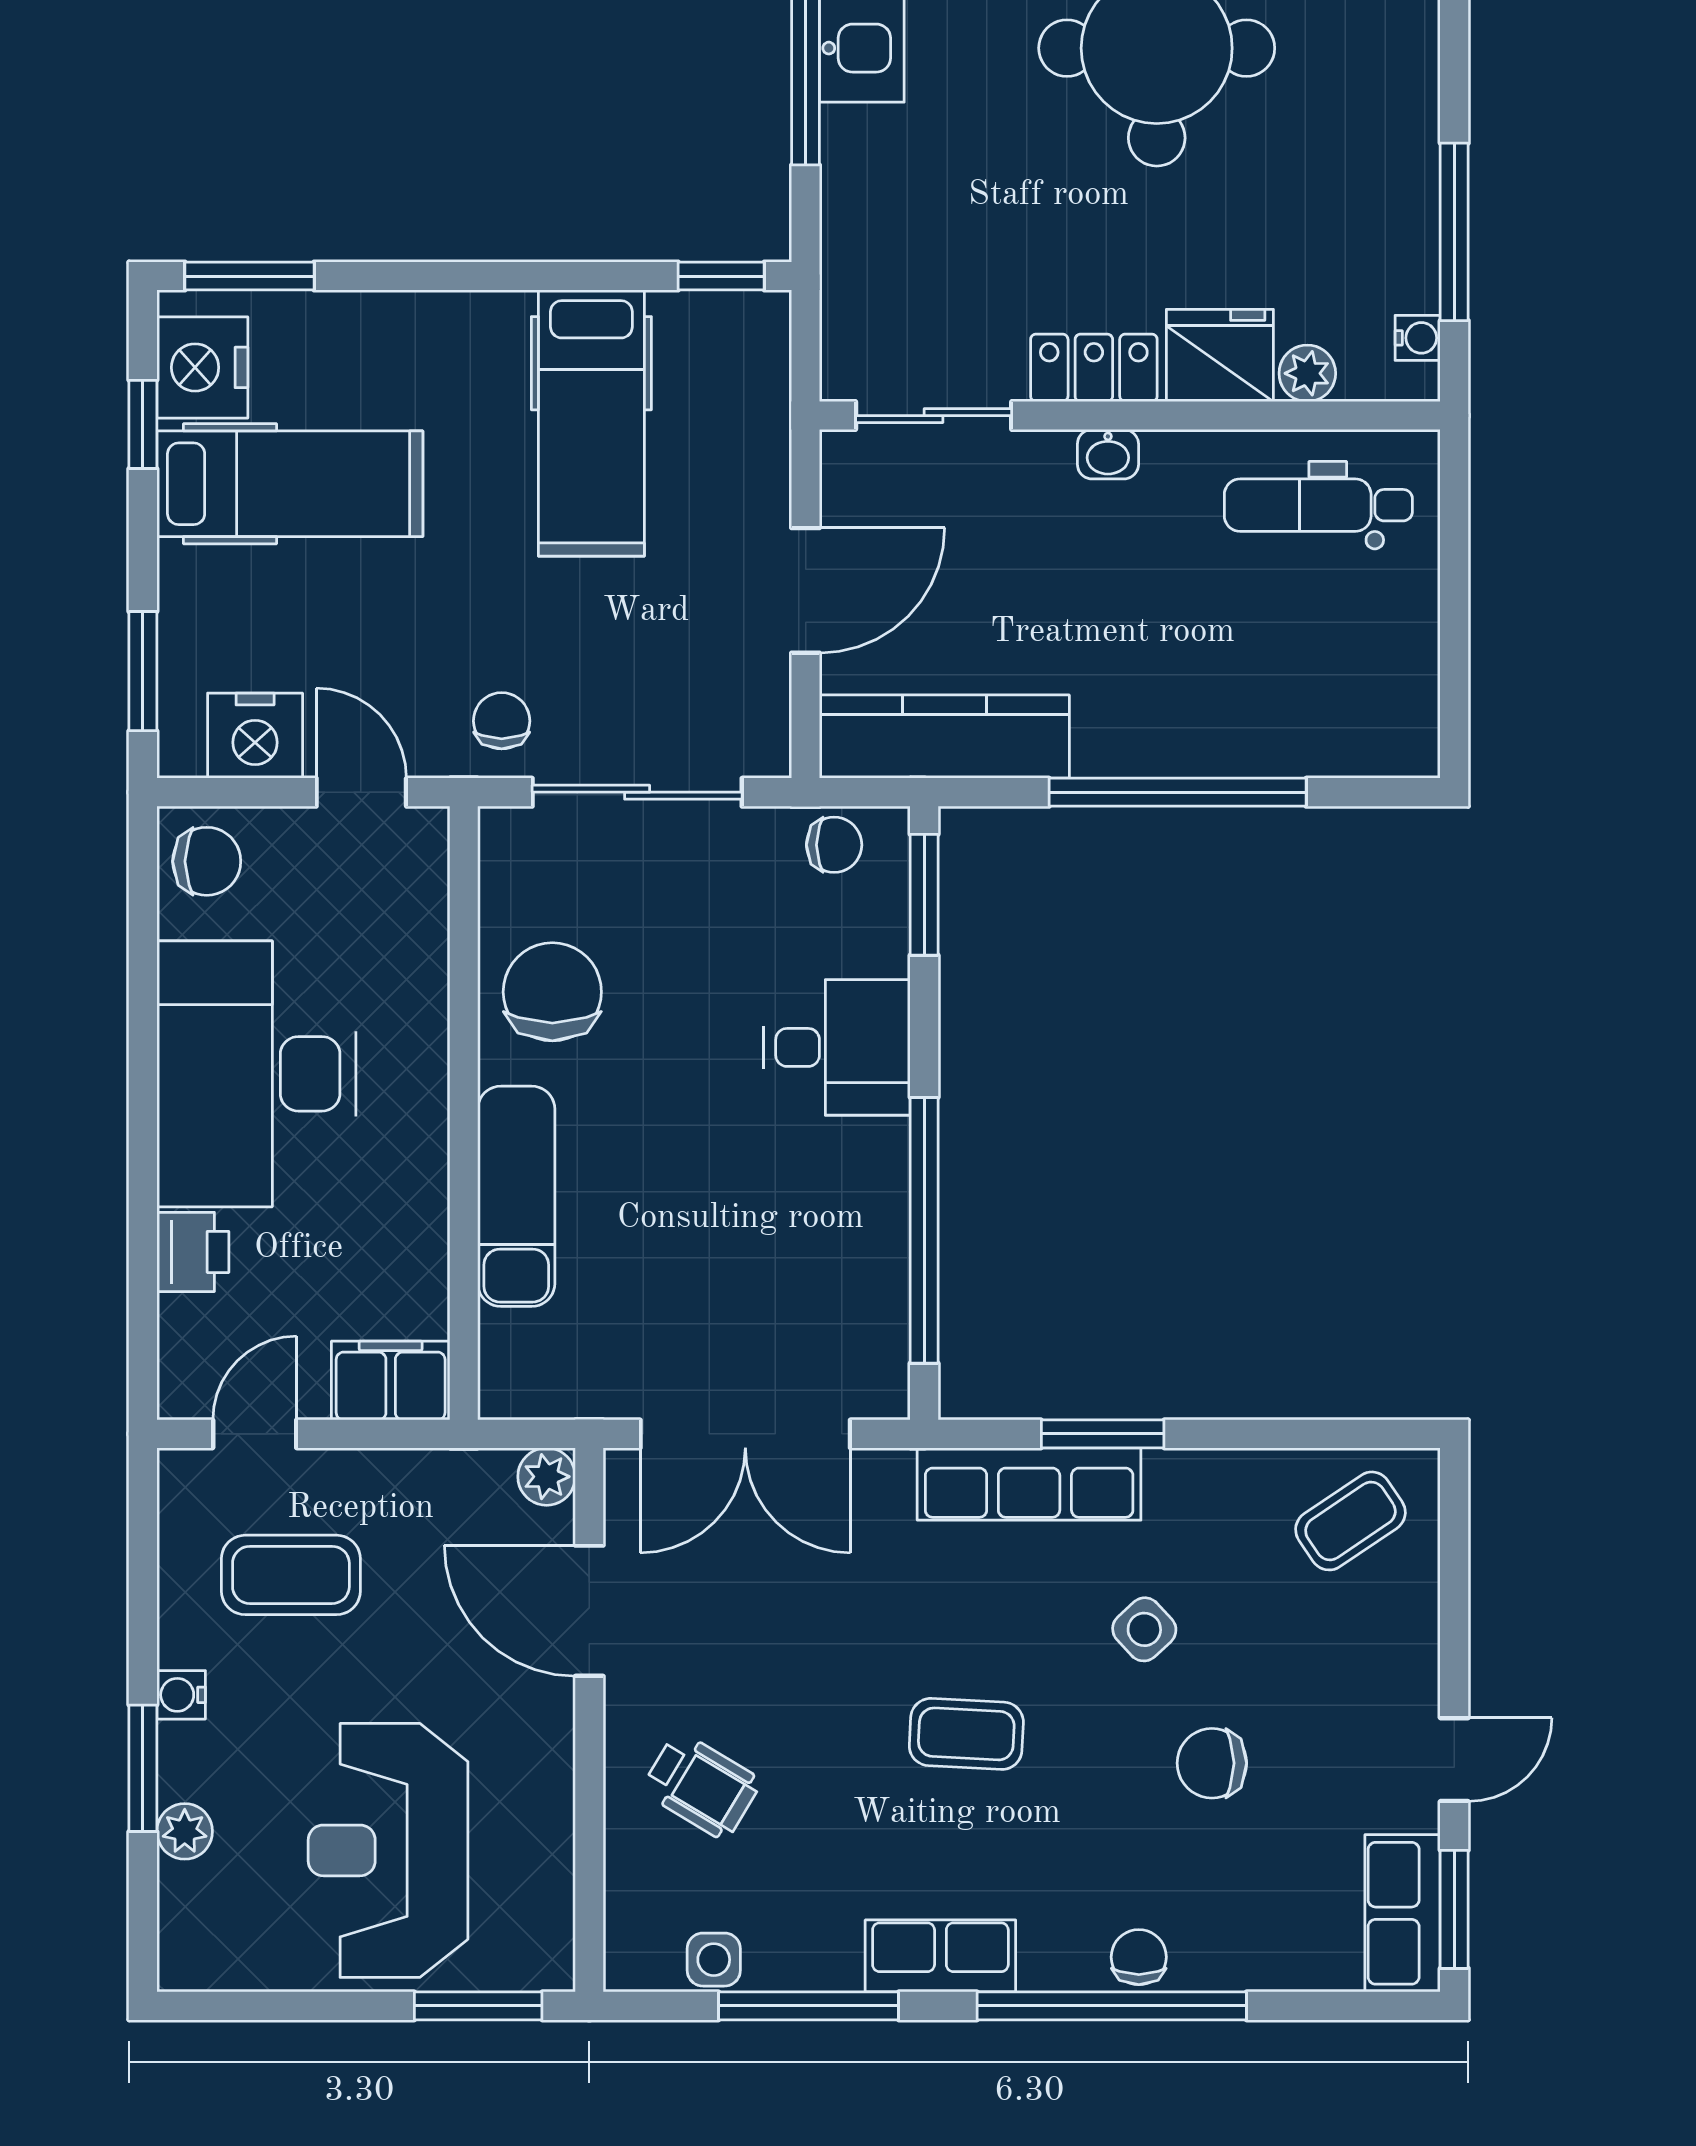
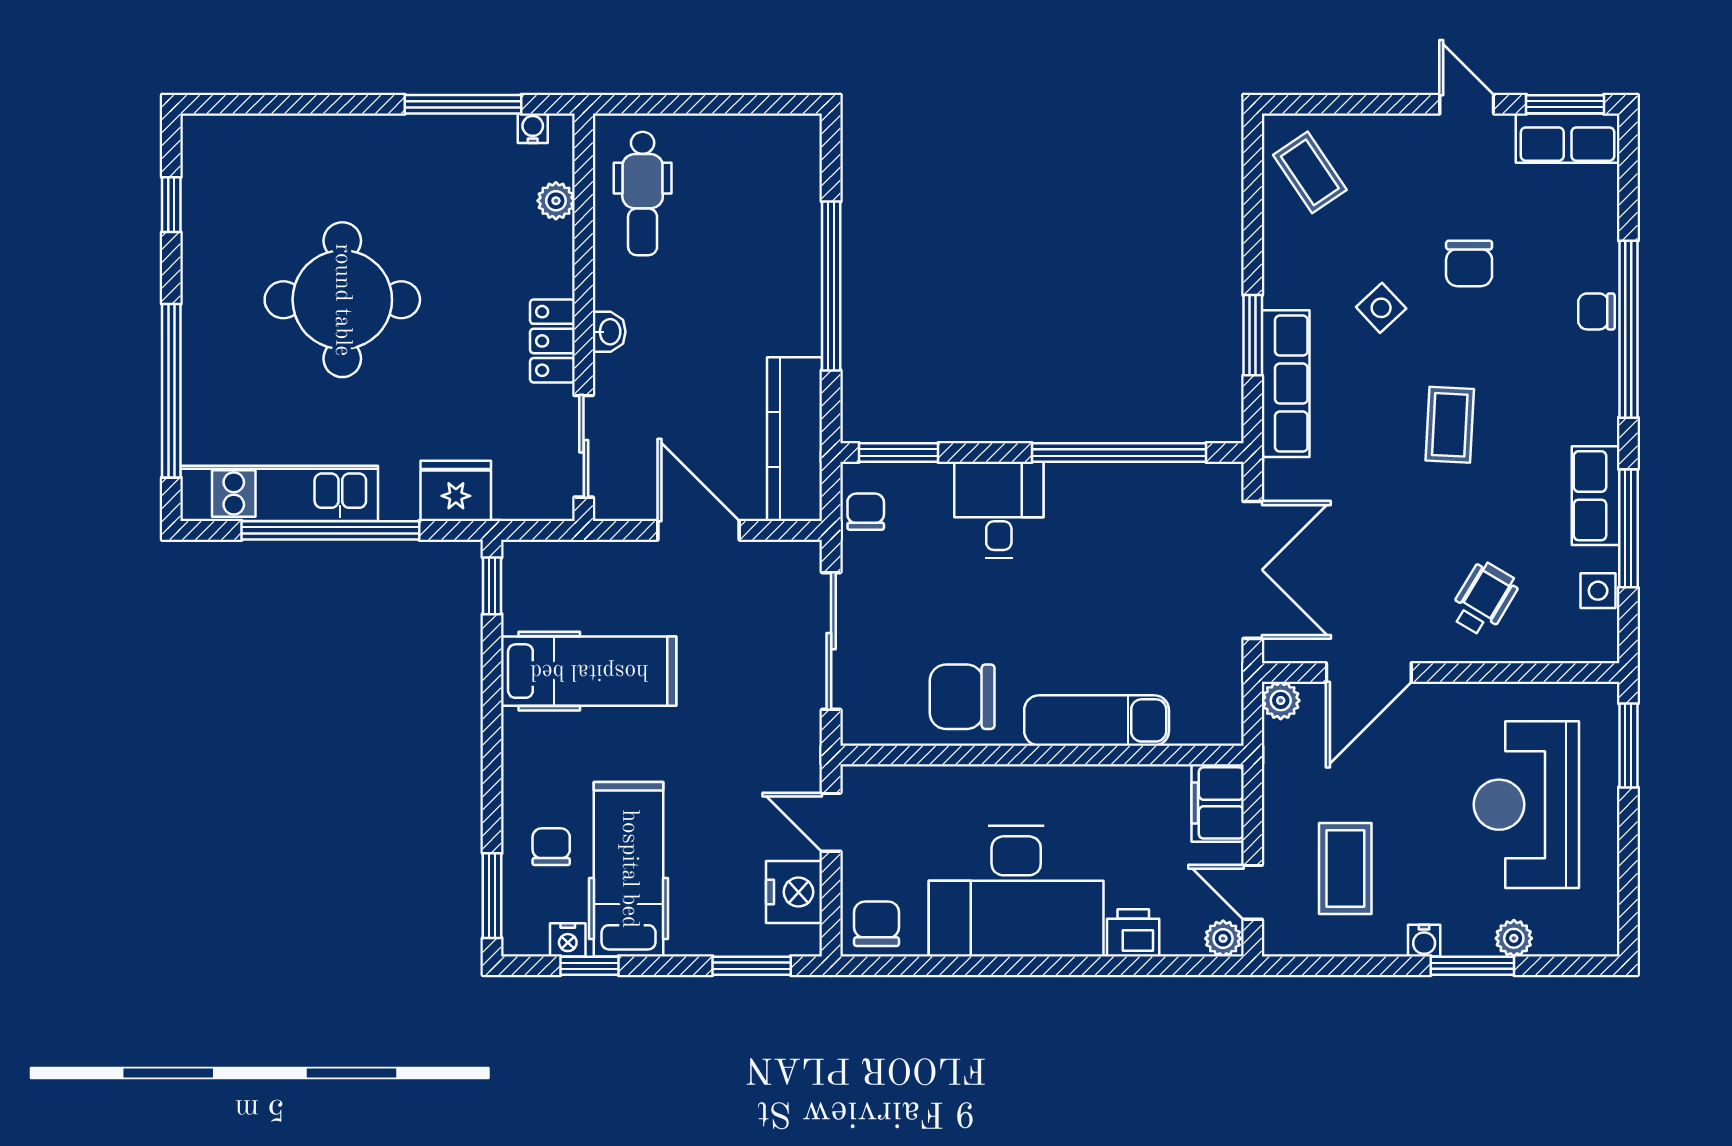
fridge: (1220, 355) -> (456, 491), moved, turned 90
nightstand: (202, 367) -> (568, 940), width x0.53, depth x0.56
chair: (502, 721) -> (551, 847), moved, turned 90
door: (361, 792) -> (831, 822), hinge flipped
plant: (184, 1389) -> (1223, 938), added
reception desk: (388, 1850) -> (1526, 805), turned 90
row of seats: (940, 1956) -> (1596, 496), moved

